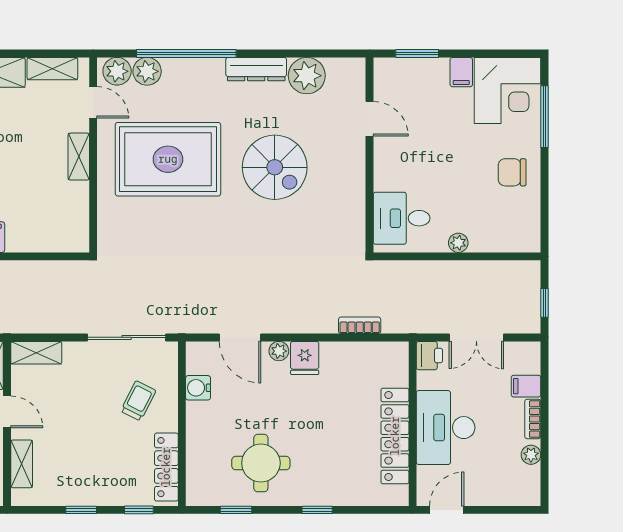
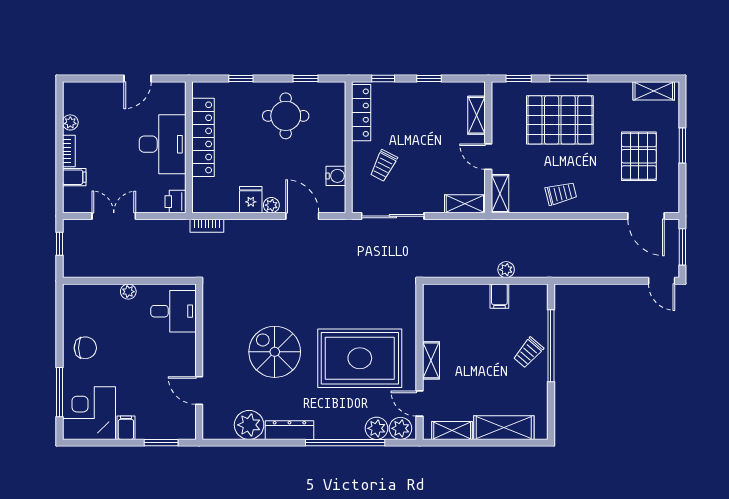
printer: (429, 356) -> (176, 202), moved
wall: (413, 424) -> (189, 147), moved
desk: (446, 428) -> (163, 144), moved
locker: (395, 436) -> (203, 137), moved

